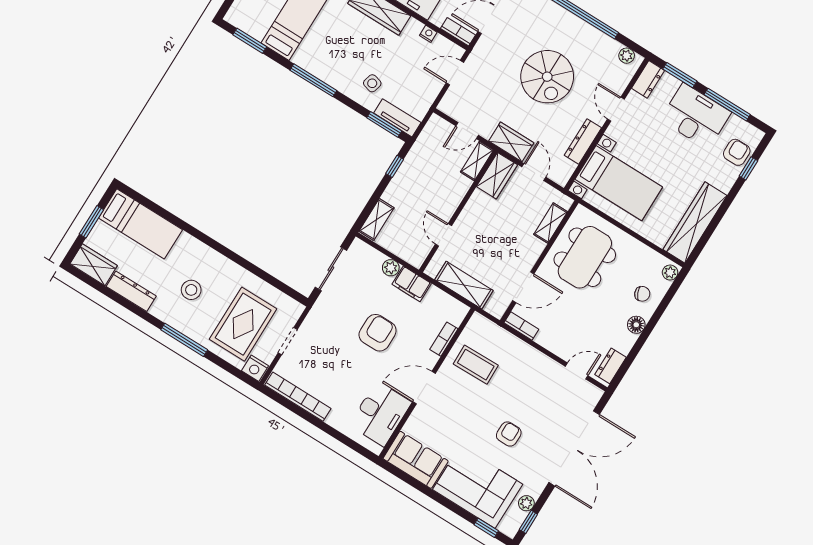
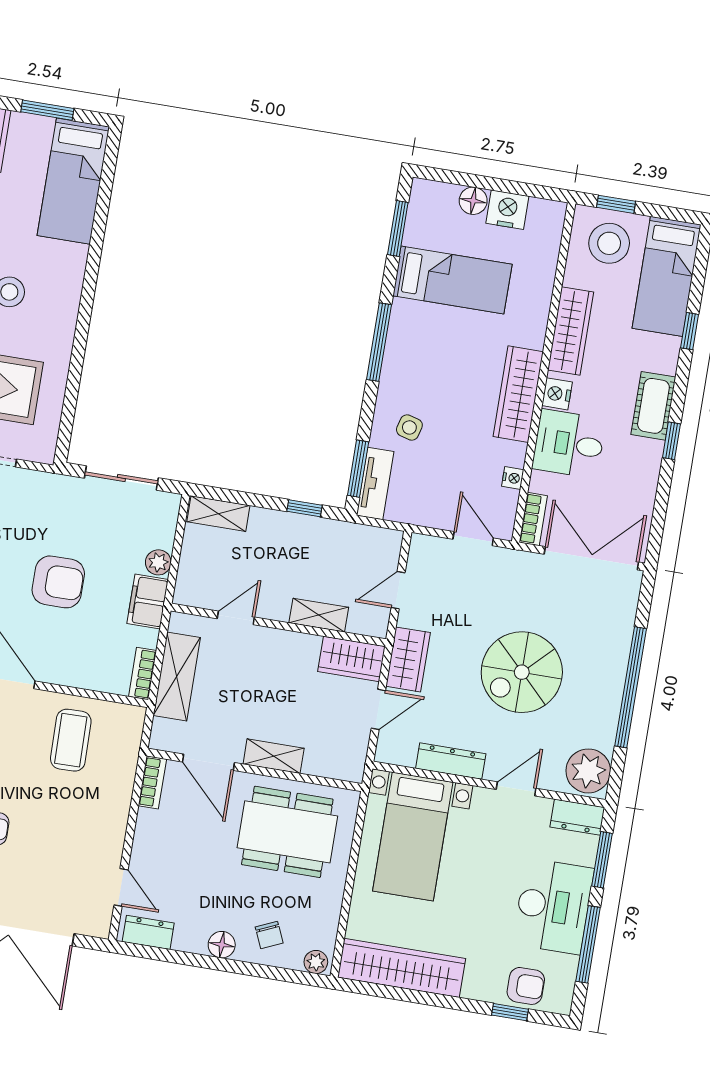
plant: (627, 56) -> (588, 771), width x1.88, depth x1.88
door: (467, 131) -> (398, 590), hinge flipped
shelving: (477, 161) -> (319, 615), moved
shelving: (551, 223) -> (274, 756), moved
bookcase: (444, 339) -> (143, 674), moved, turned -90

